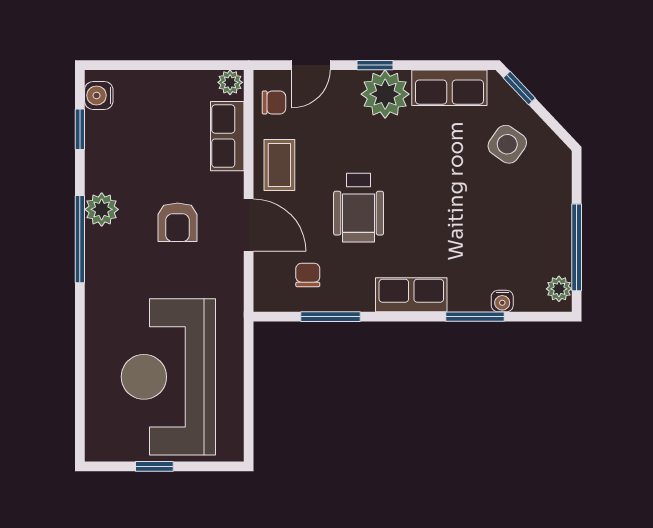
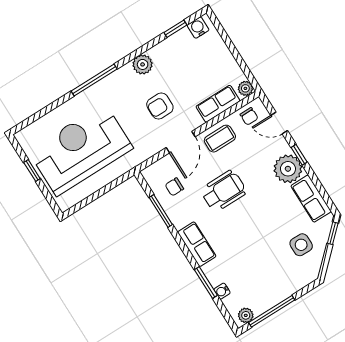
side table: (507, 144) -> (301, 245), turned -35
wheelchair: (359, 208) -> (223, 191), turned 180
window: (80, 239) -> (94, 80), moved
chair: (308, 275) -> (174, 187), turned 180

